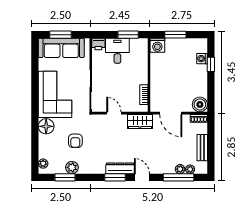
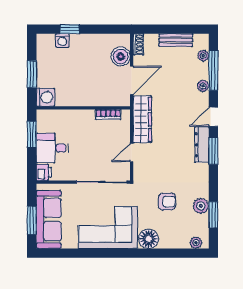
boiler: (200, 104) -> (121, 57), moved
wardrobe: (140, 121) -> (142, 119), width x1.50
plant: (180, 169) -> (203, 86), moved

